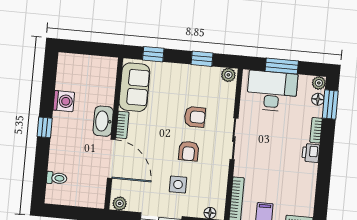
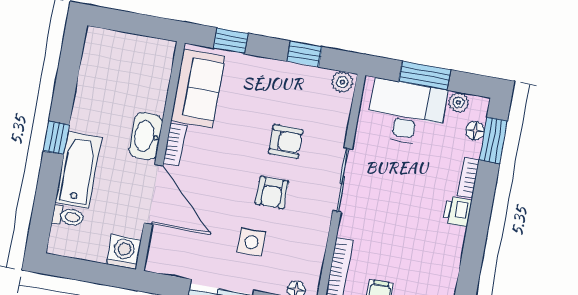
plant: (319, 83) -> (458, 102), moved
washing machine: (64, 101) -> (124, 252), moved, turned -90
bathtub: (61, 147) -> (78, 170), added
plant: (120, 203) -> (160, 263), removed

